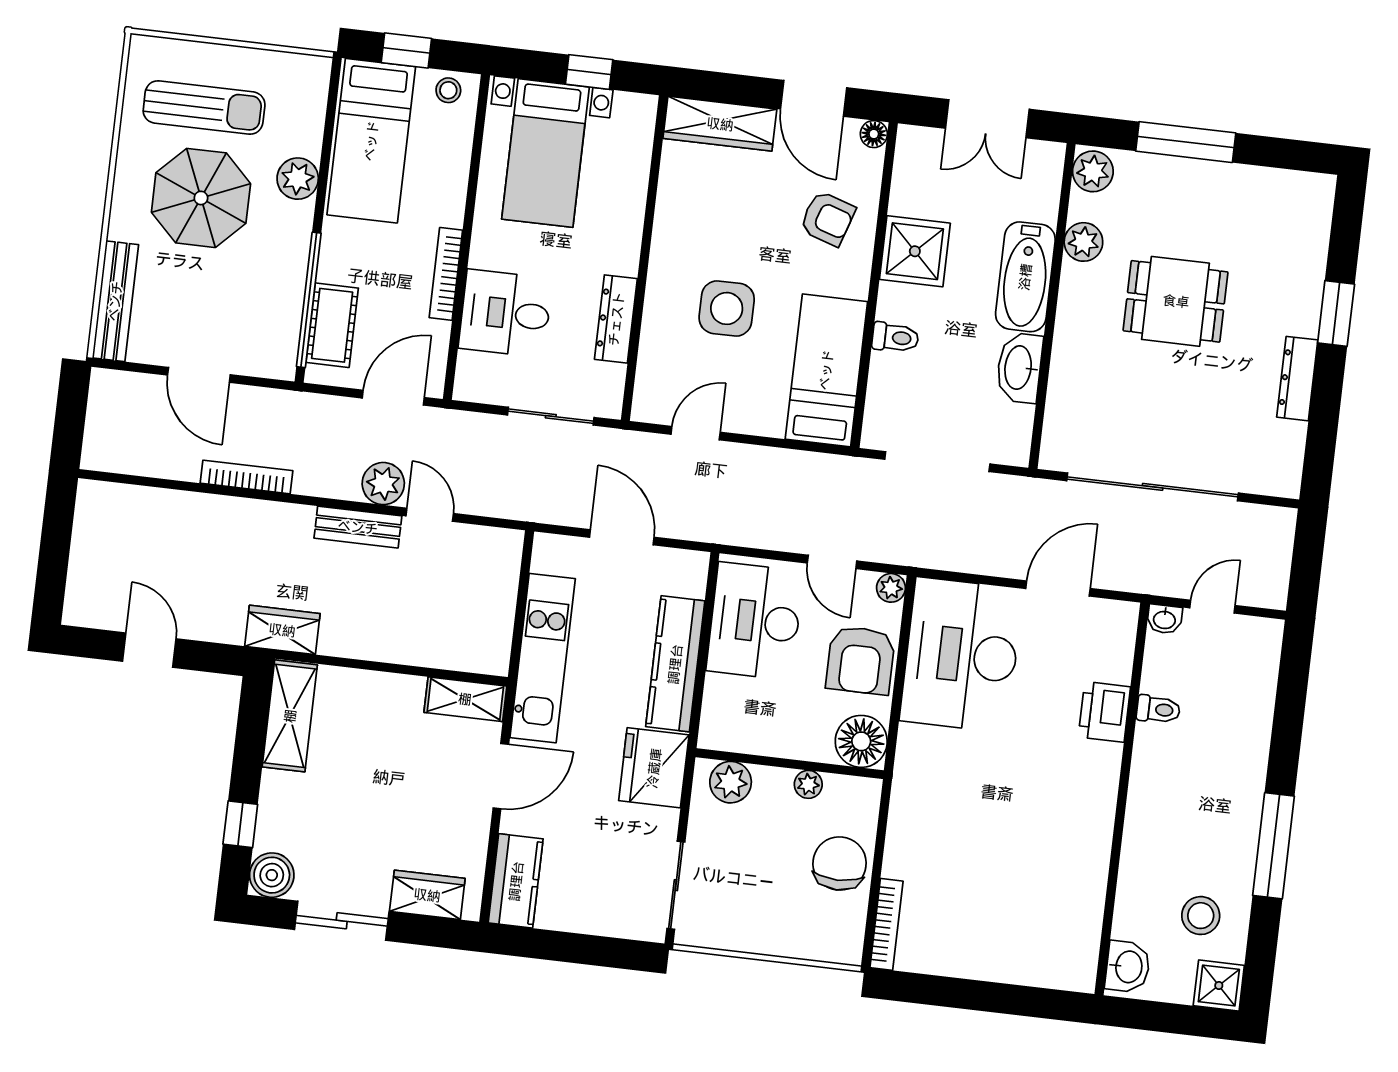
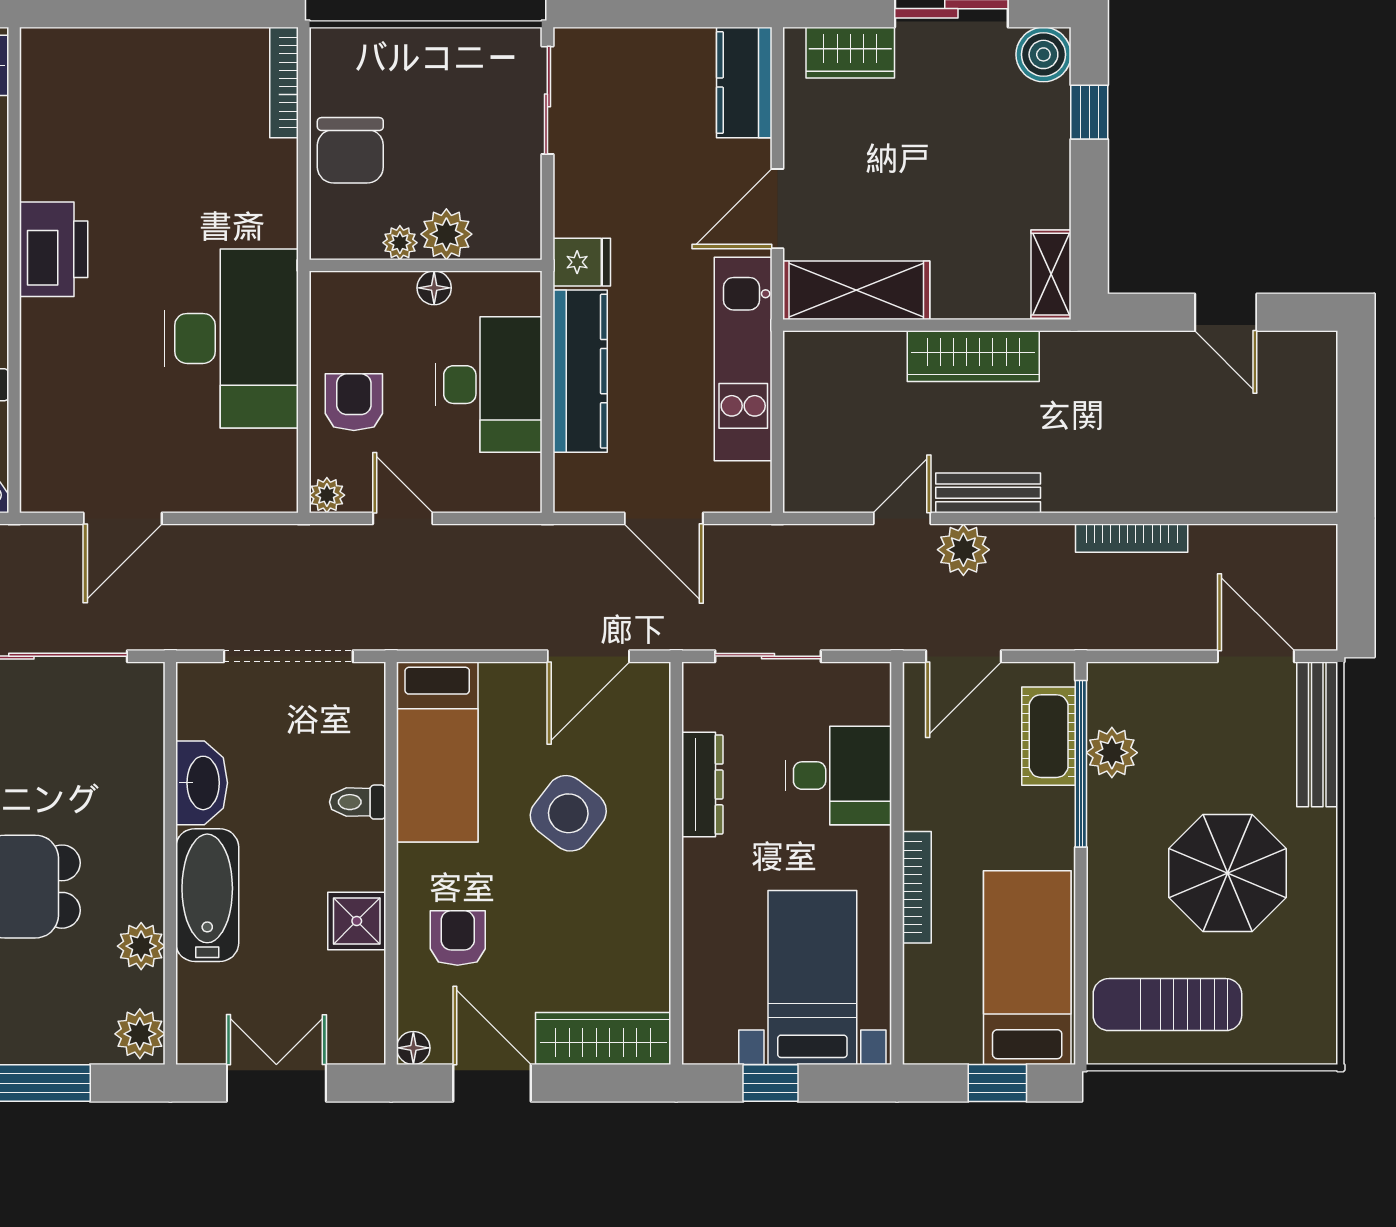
stool: (448, 90) -> (940, 1040), removed
sun lounger: (204, 108) -> (1167, 1005), moved
plant: (298, 179) -> (1112, 753), moved
armchair: (828, 218) -> (458, 938), turned 72
shower: (915, 251) -> (357, 921), width x0.73, depth x0.73
bookcase: (446, 274) -> (917, 887), moved
side table: (727, 308) -> (568, 813), turned 38
door: (199, 375) -> (1256, 656), moved
door: (696, 433) -> (588, 656), width x1.38
door: (430, 515) -> (902, 518), swing flipped
desk: (755, 621) -> (489, 385), moved
wardrobe: (282, 630) -> (973, 356), moved, width x1.50
desk: (961, 655) -> (231, 338), moved
armchair: (861, 660) -> (354, 402), width x0.72, depth x0.72
shelving: (465, 699) -> (856, 290), width x1.50, depth x1.33
printer: (1104, 712) -> (54, 249), moved, width x1.37, depth x1.19
shelving: (290, 716) -> (1051, 274), width x0.67, depth x0.75
floor lamp: (861, 741) -> (434, 288), moved, width x0.53, depth x0.53
fridge: (654, 768) -> (582, 262), width x0.53, depth x0.75
plant: (731, 782) -> (446, 234), moved

